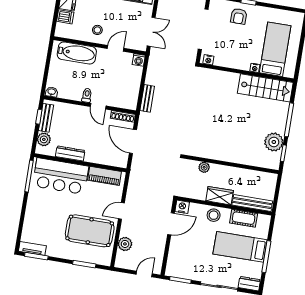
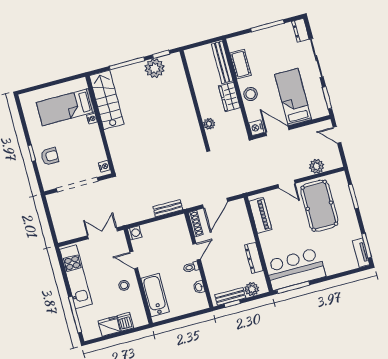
washbasin: (52, 92) -> (199, 287), moved
bar counter: (61, 176) -> (295, 269), moved, turned -90
bed: (240, 247) -> (293, 97), moved, turned 180

